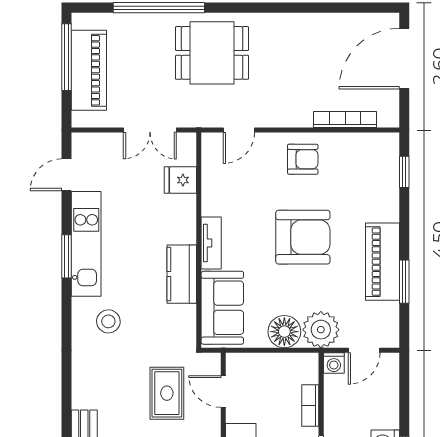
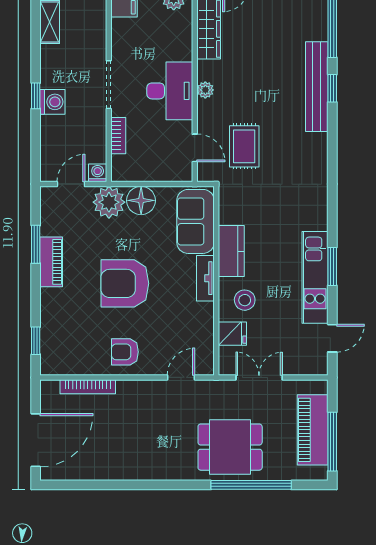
dining table: (212, 53) -> (230, 447), moved
piano: (383, 262) -> (51, 262), width x0.73, depth x0.75
stool: (108, 321) -> (245, 300), moved

